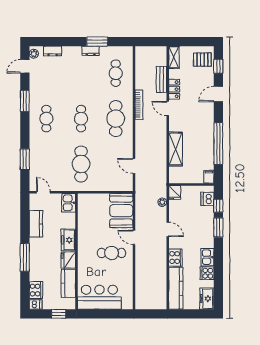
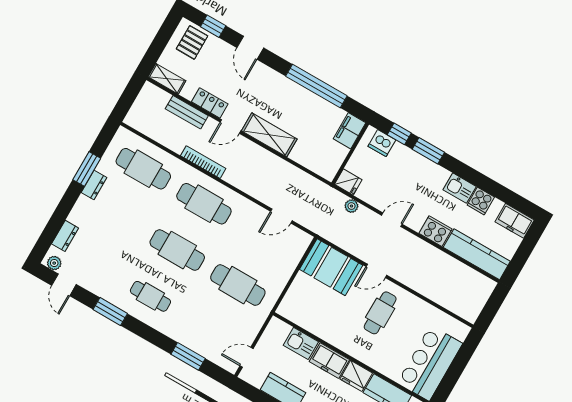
cafe table: (116, 73) -> (143, 169), width x1.37, depth x1.35
cafe table: (81, 119) -> (177, 250), width x1.37, depth x1.35
shelving: (176, 149) -> (269, 135), moved
filing cabinet: (209, 177) -> (350, 131), width x2.00
kitchen sink: (69, 203) -> (301, 343), moved

